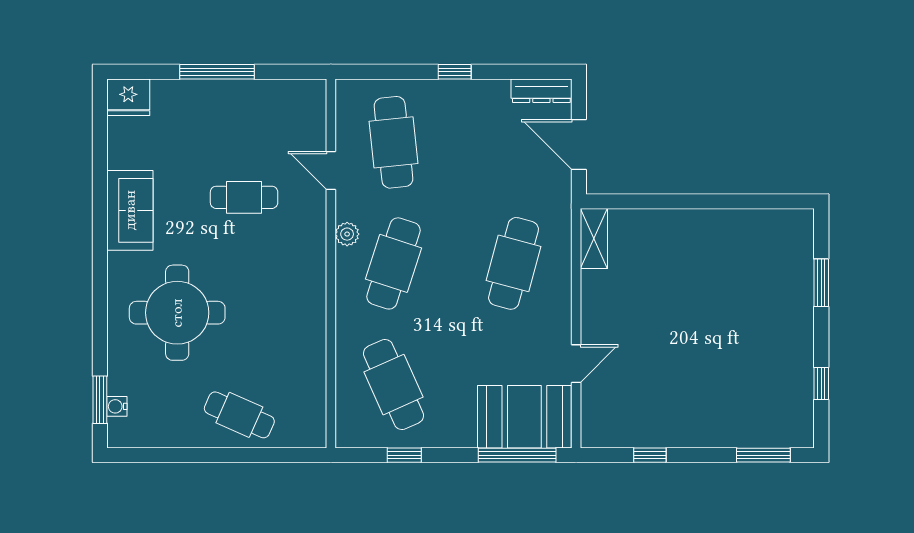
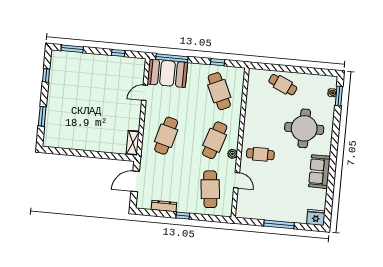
dresser: (541, 91) -> (164, 206), moved
door: (579, 145) -> (135, 181), swing flipped
cafe table: (244, 197) -> (260, 154), moved

